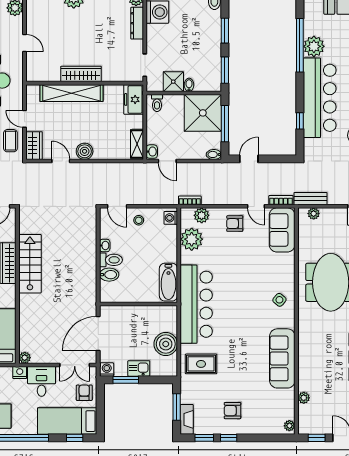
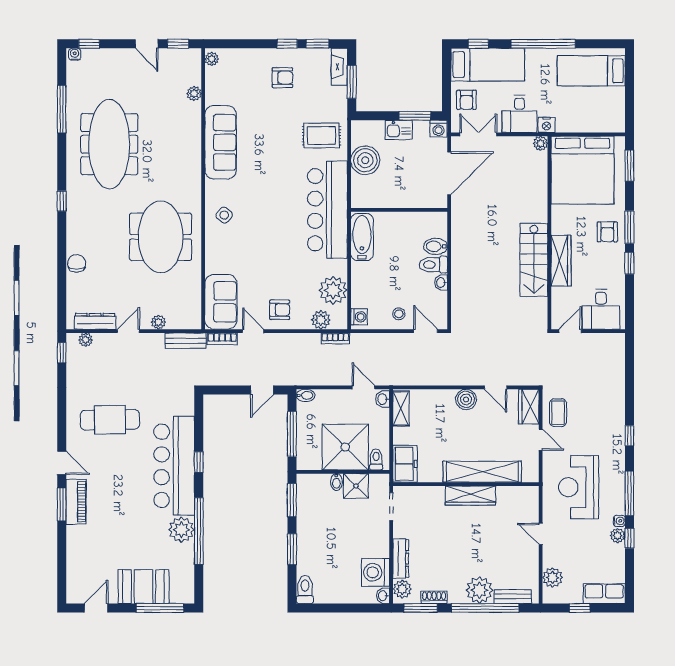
shower: (203, 113) -> (345, 447), moved
window: (300, 121) -> (199, 462), moved
plant: (314, 214) -> (158, 322), moved

